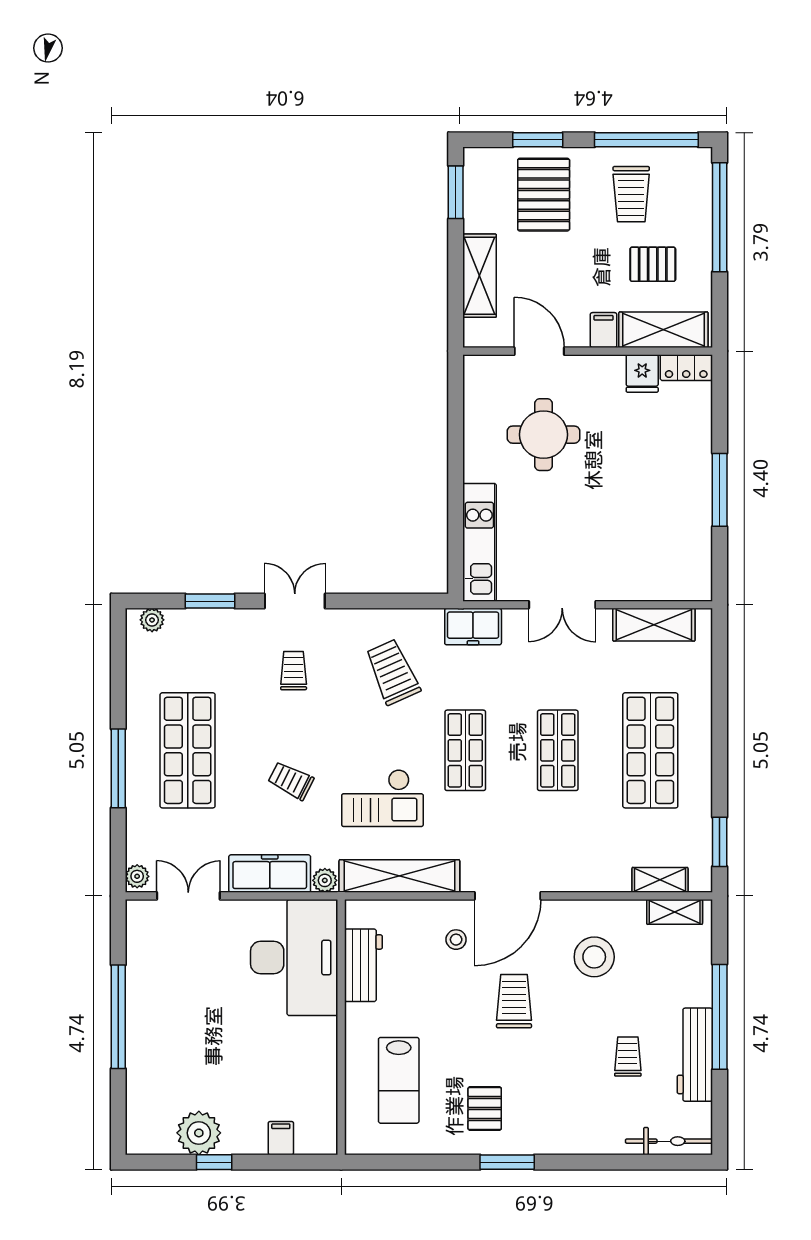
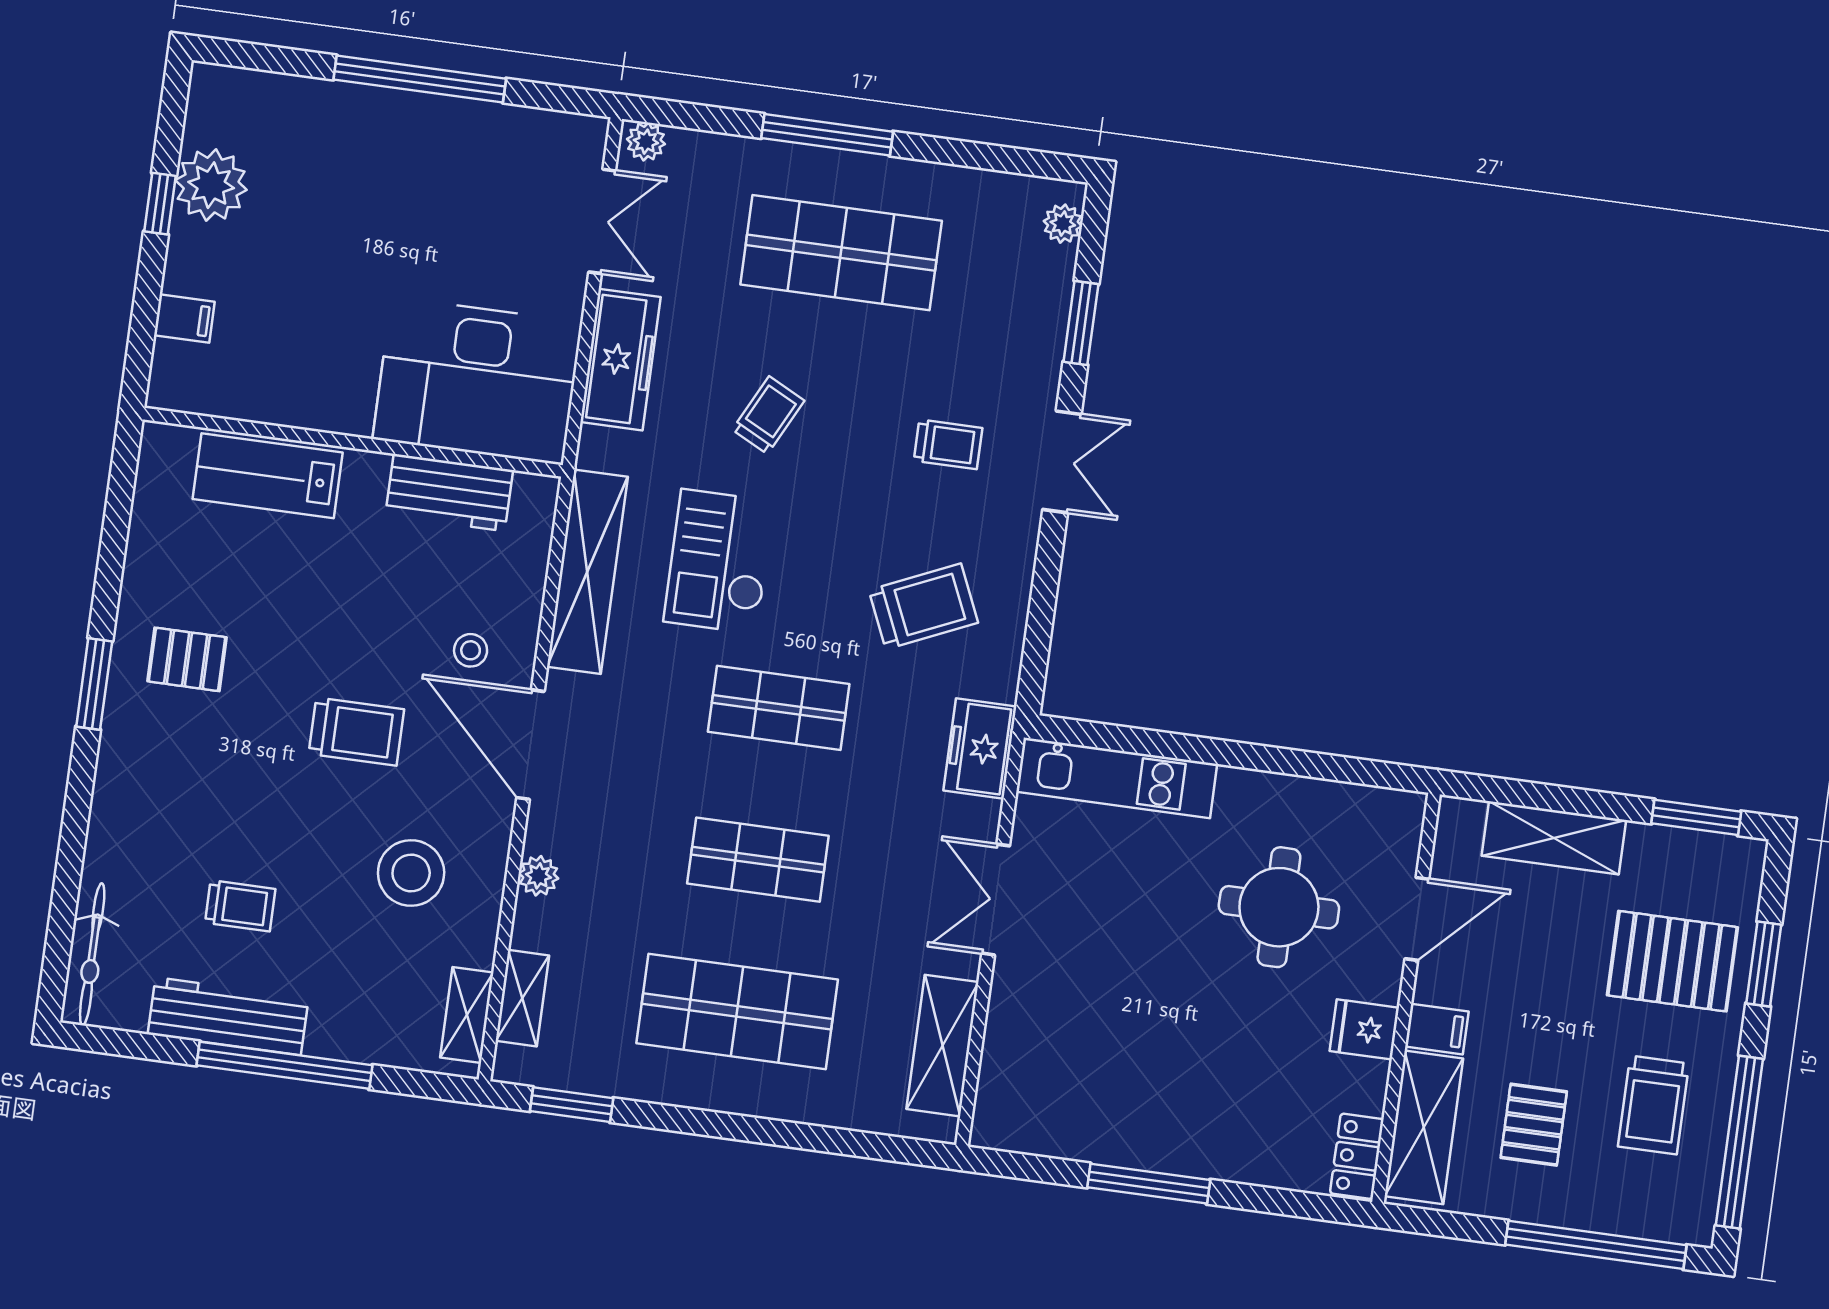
trolley: (631, 194) -> (1654, 1105), turned -90
fridge: (642, 373) -> (1364, 1029), moved
plant: (325, 880) -> (538, 876), moved
lab bench: (399, 1080) -> (268, 476), moved

